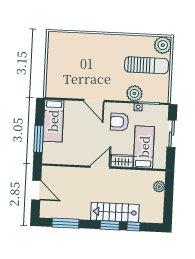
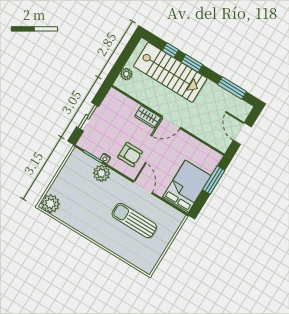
sun lounger: (147, 65) -> (134, 221), moved
bed: (53, 121) -> (187, 187), width x1.50
bed: (144, 147) -> (120, 118), removed
stairs: (115, 212) -> (170, 72), width x1.36, depth x1.51

